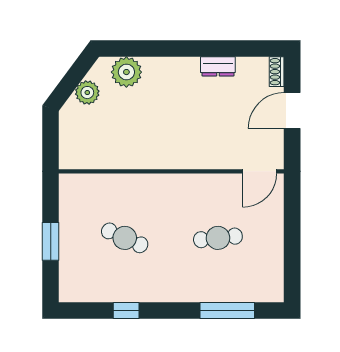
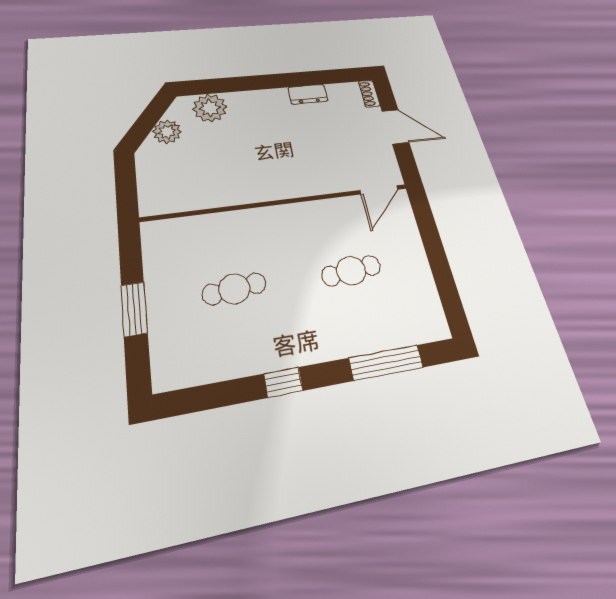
door: (292, 110) -> (395, 127), swing flipped
cafe table: (125, 238) -> (234, 289), turned -30
window: (126, 311) -> (283, 382), moved

